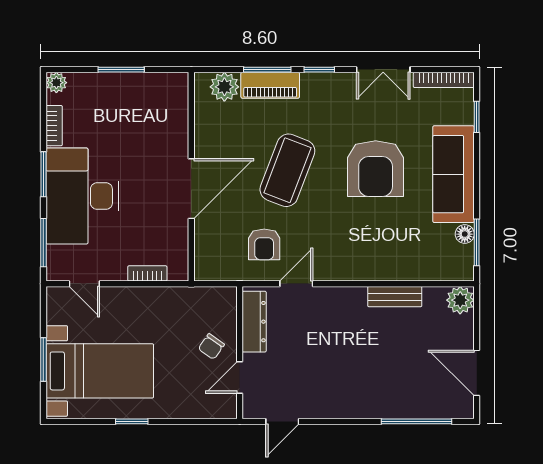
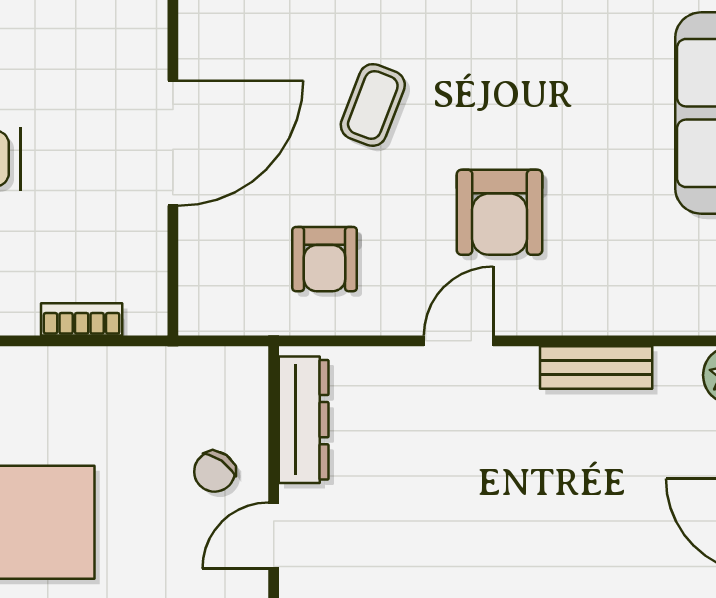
armchair: (376, 169) -> (500, 212), moved, width x0.73, depth x0.73
coffee table: (287, 170) -> (373, 105), width x0.54, depth x0.58
door: (296, 284) -> (459, 341), moved

